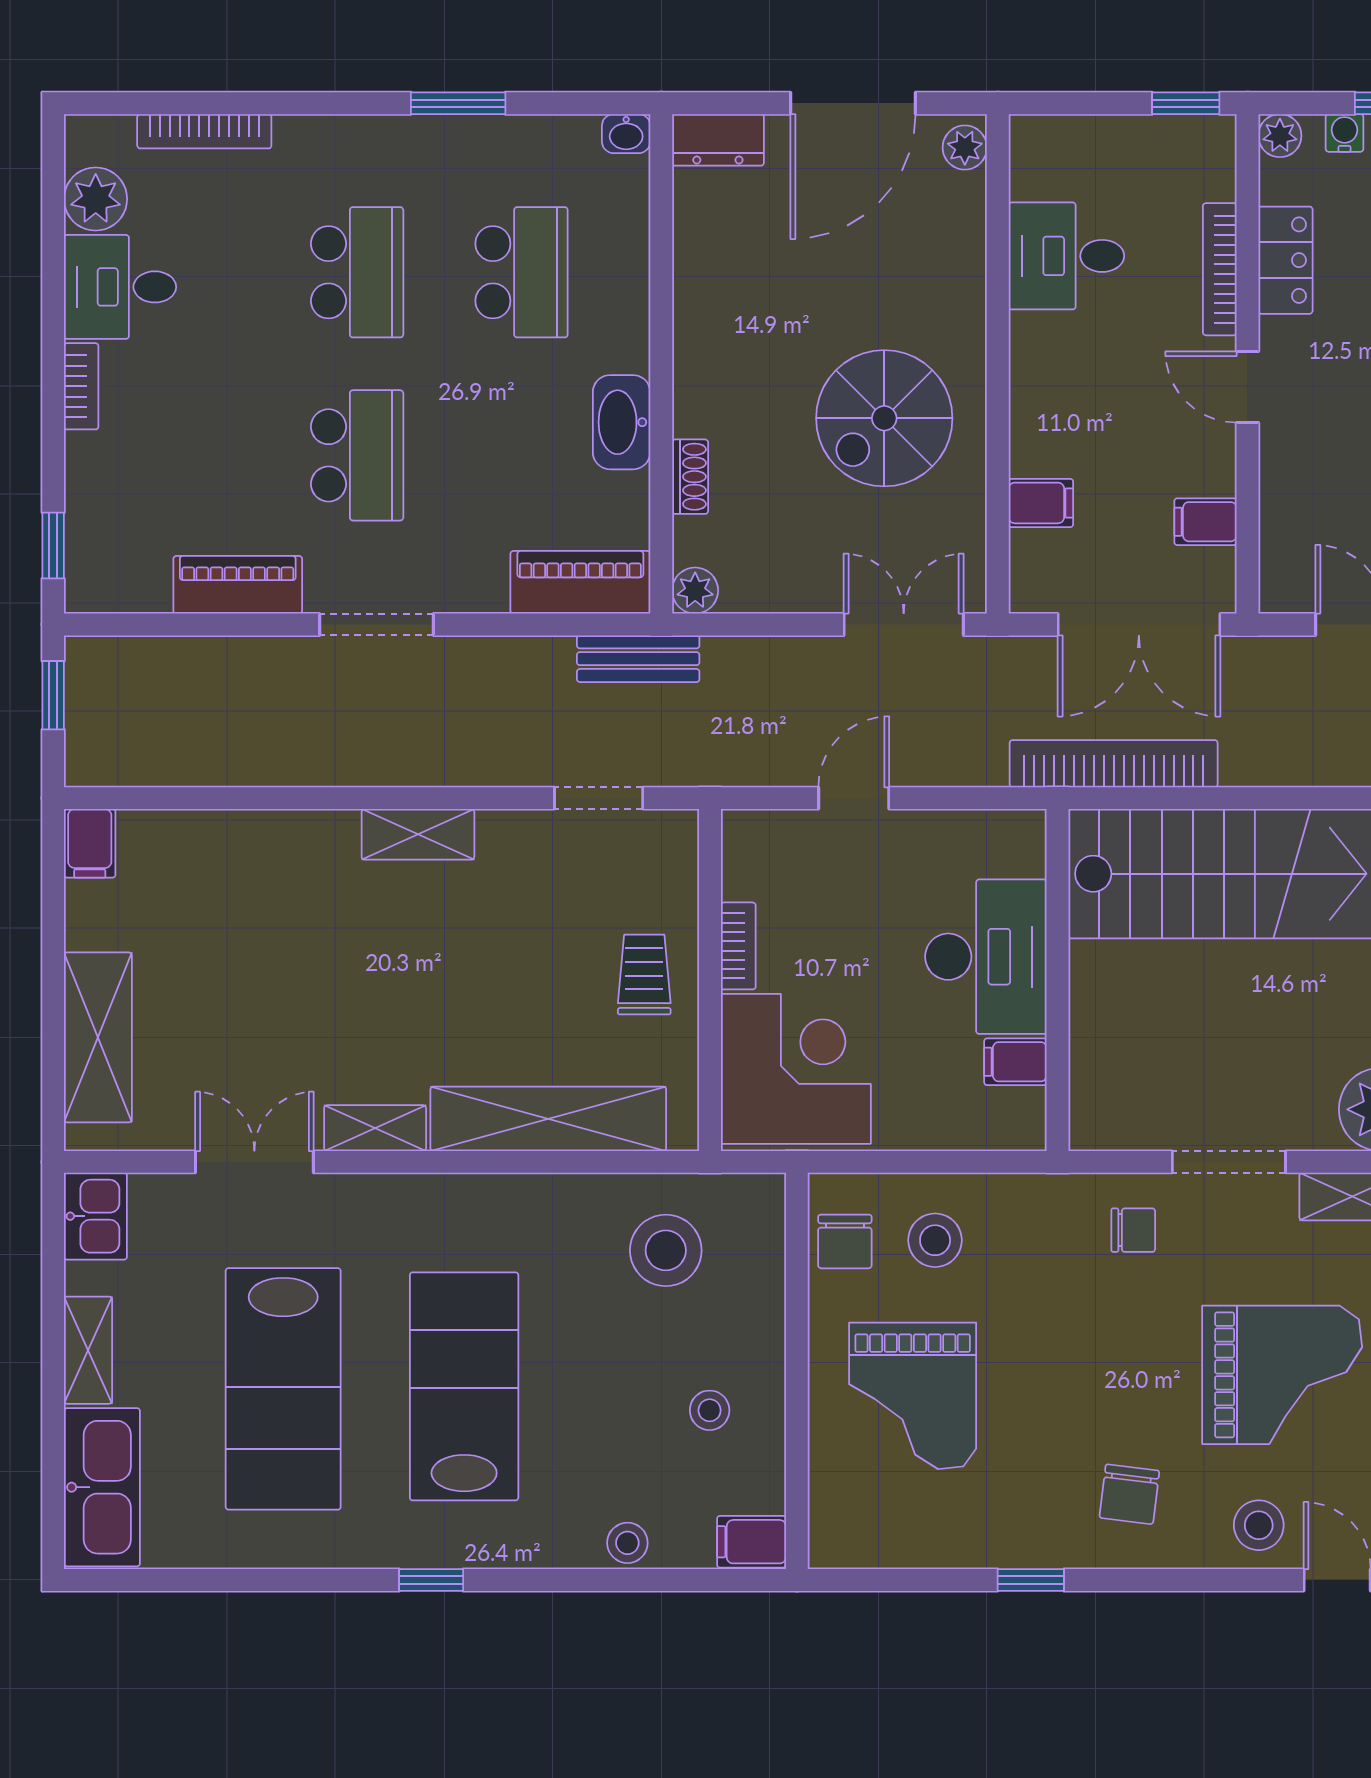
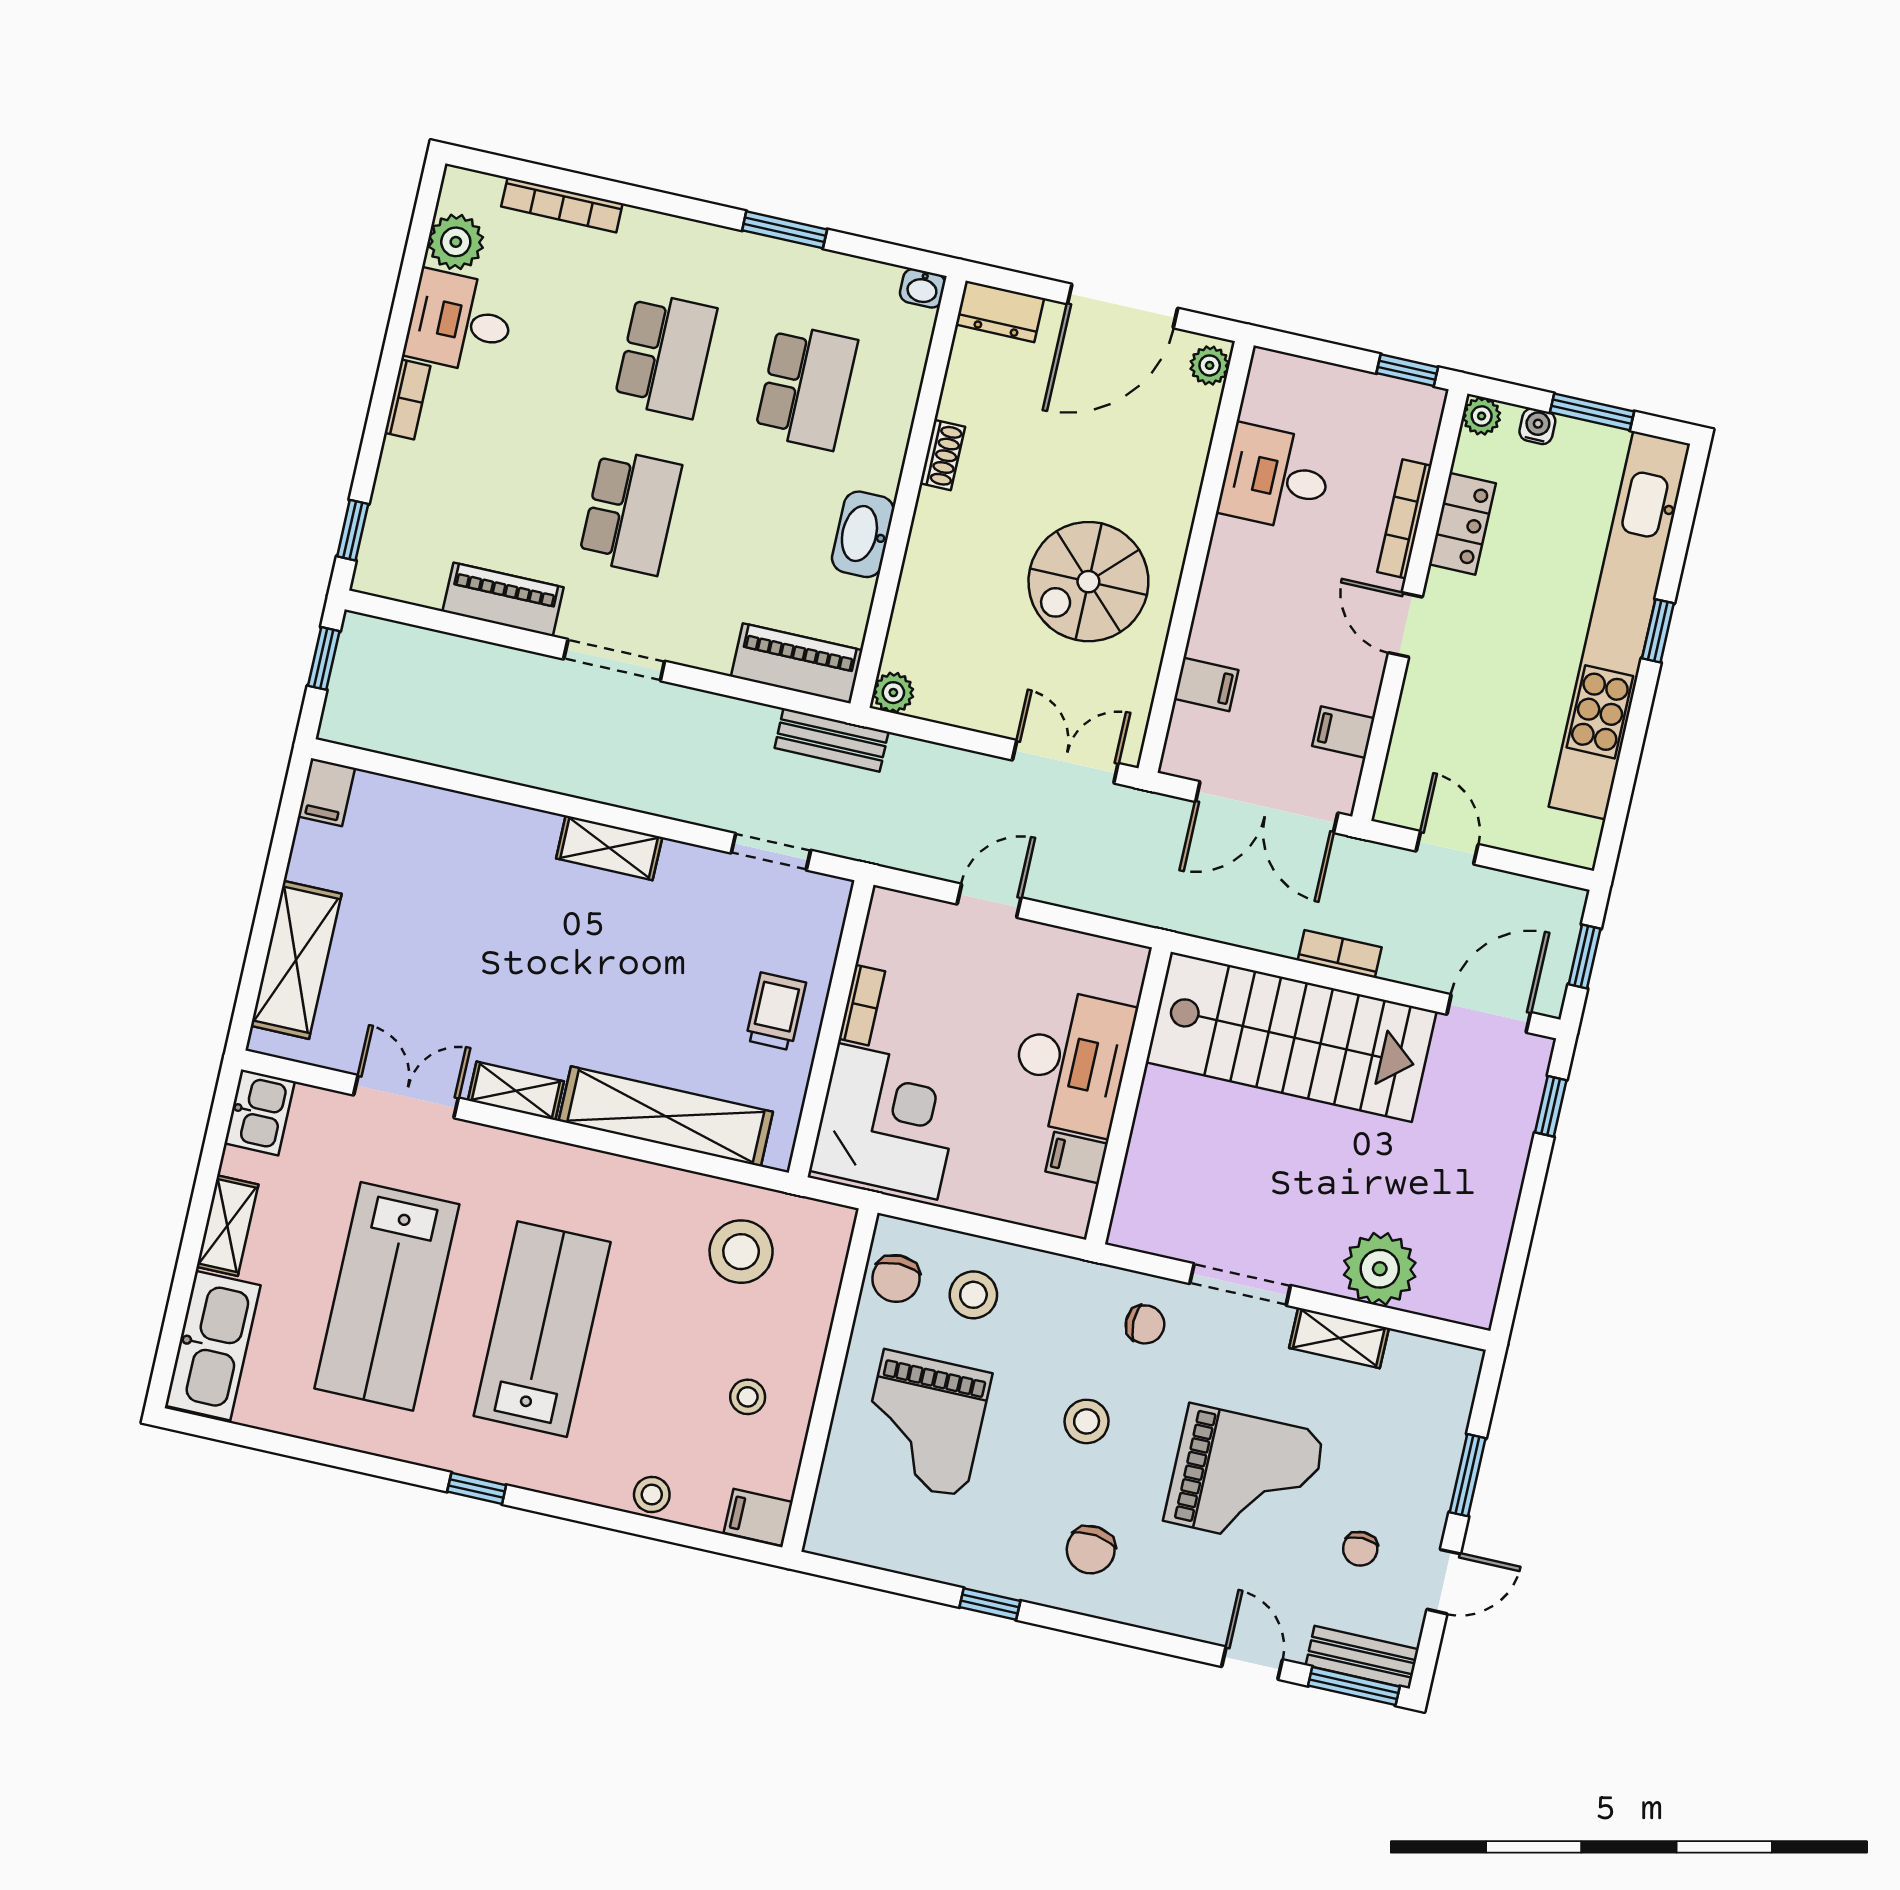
shoe rack: (690, 477) -> (942, 455), moved
bookcase: (1114, 764) -> (1340, 954), moved, width x0.43, depth x0.76
stool: (1259, 1525) -> (1087, 1421), moved

